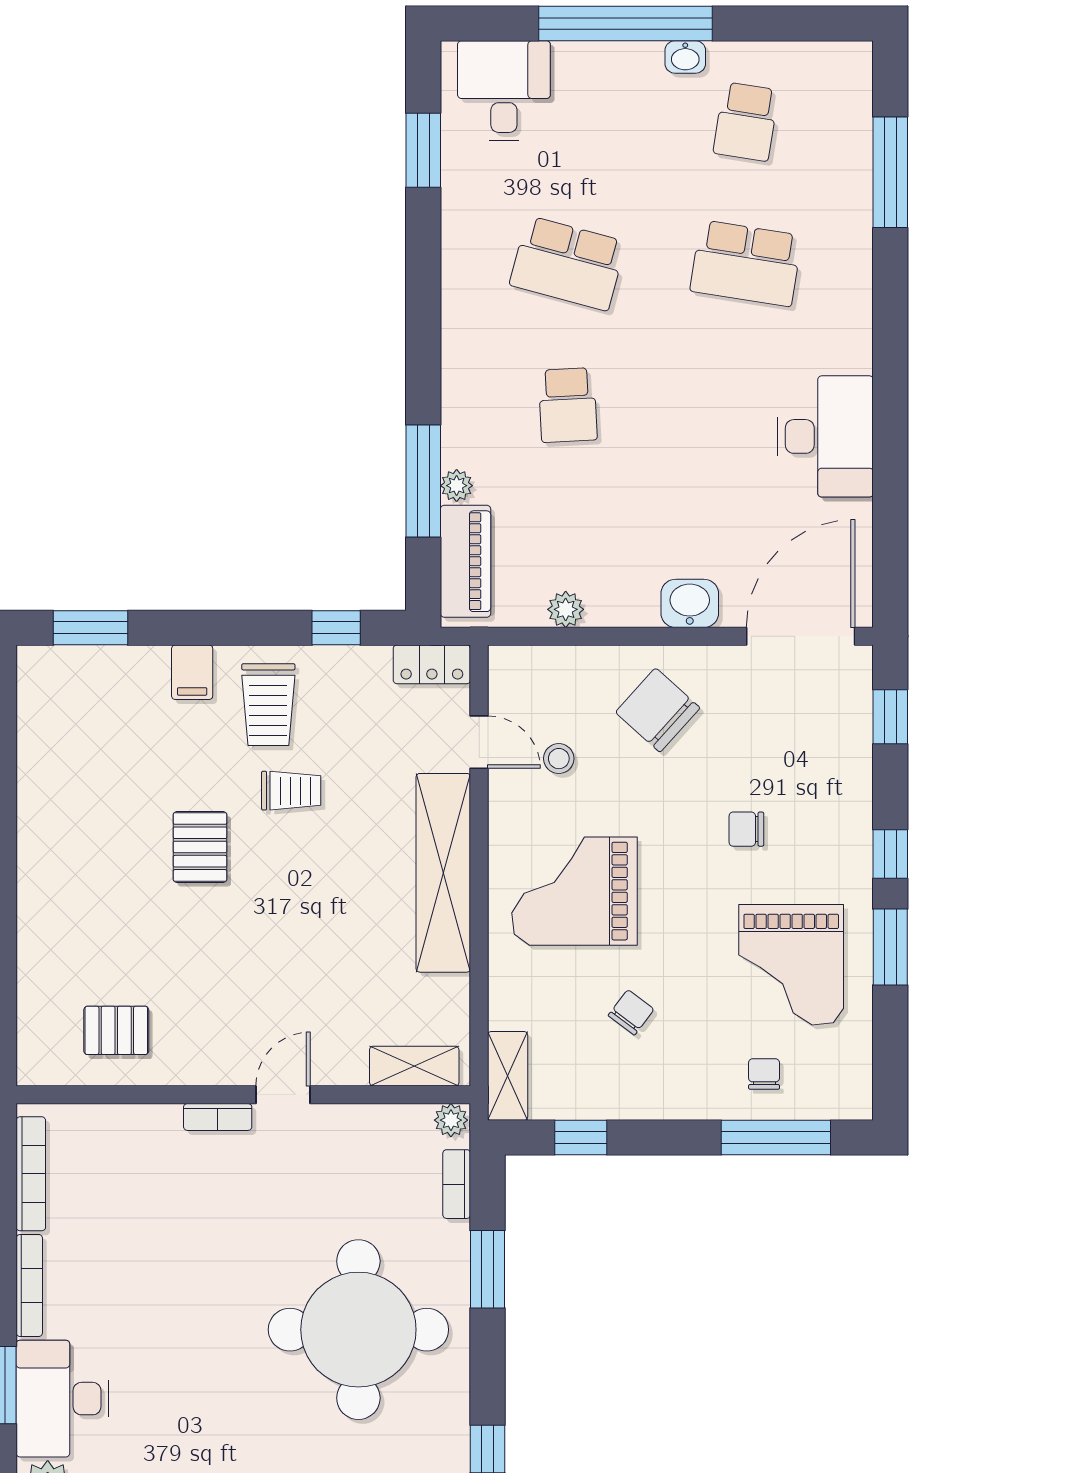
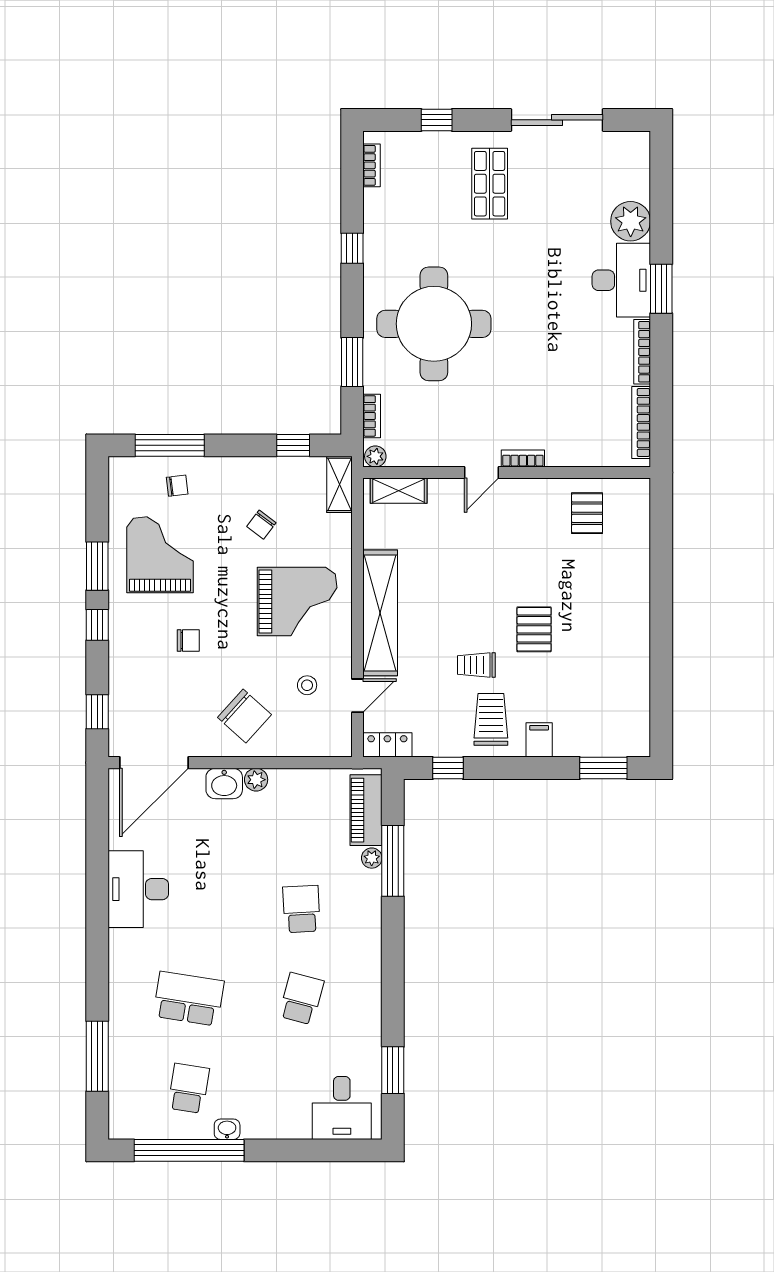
window: (626, 24) -> (189, 1150), moved
school desk: (568, 263) -> (301, 999), width x0.54
plant: (566, 609) -> (256, 780), moved
door: (479, 742) -> (358, 696), swing flipped
pallet: (116, 1030) -> (587, 513), turned 90
chair: (764, 1074) -> (177, 486), turned -97

